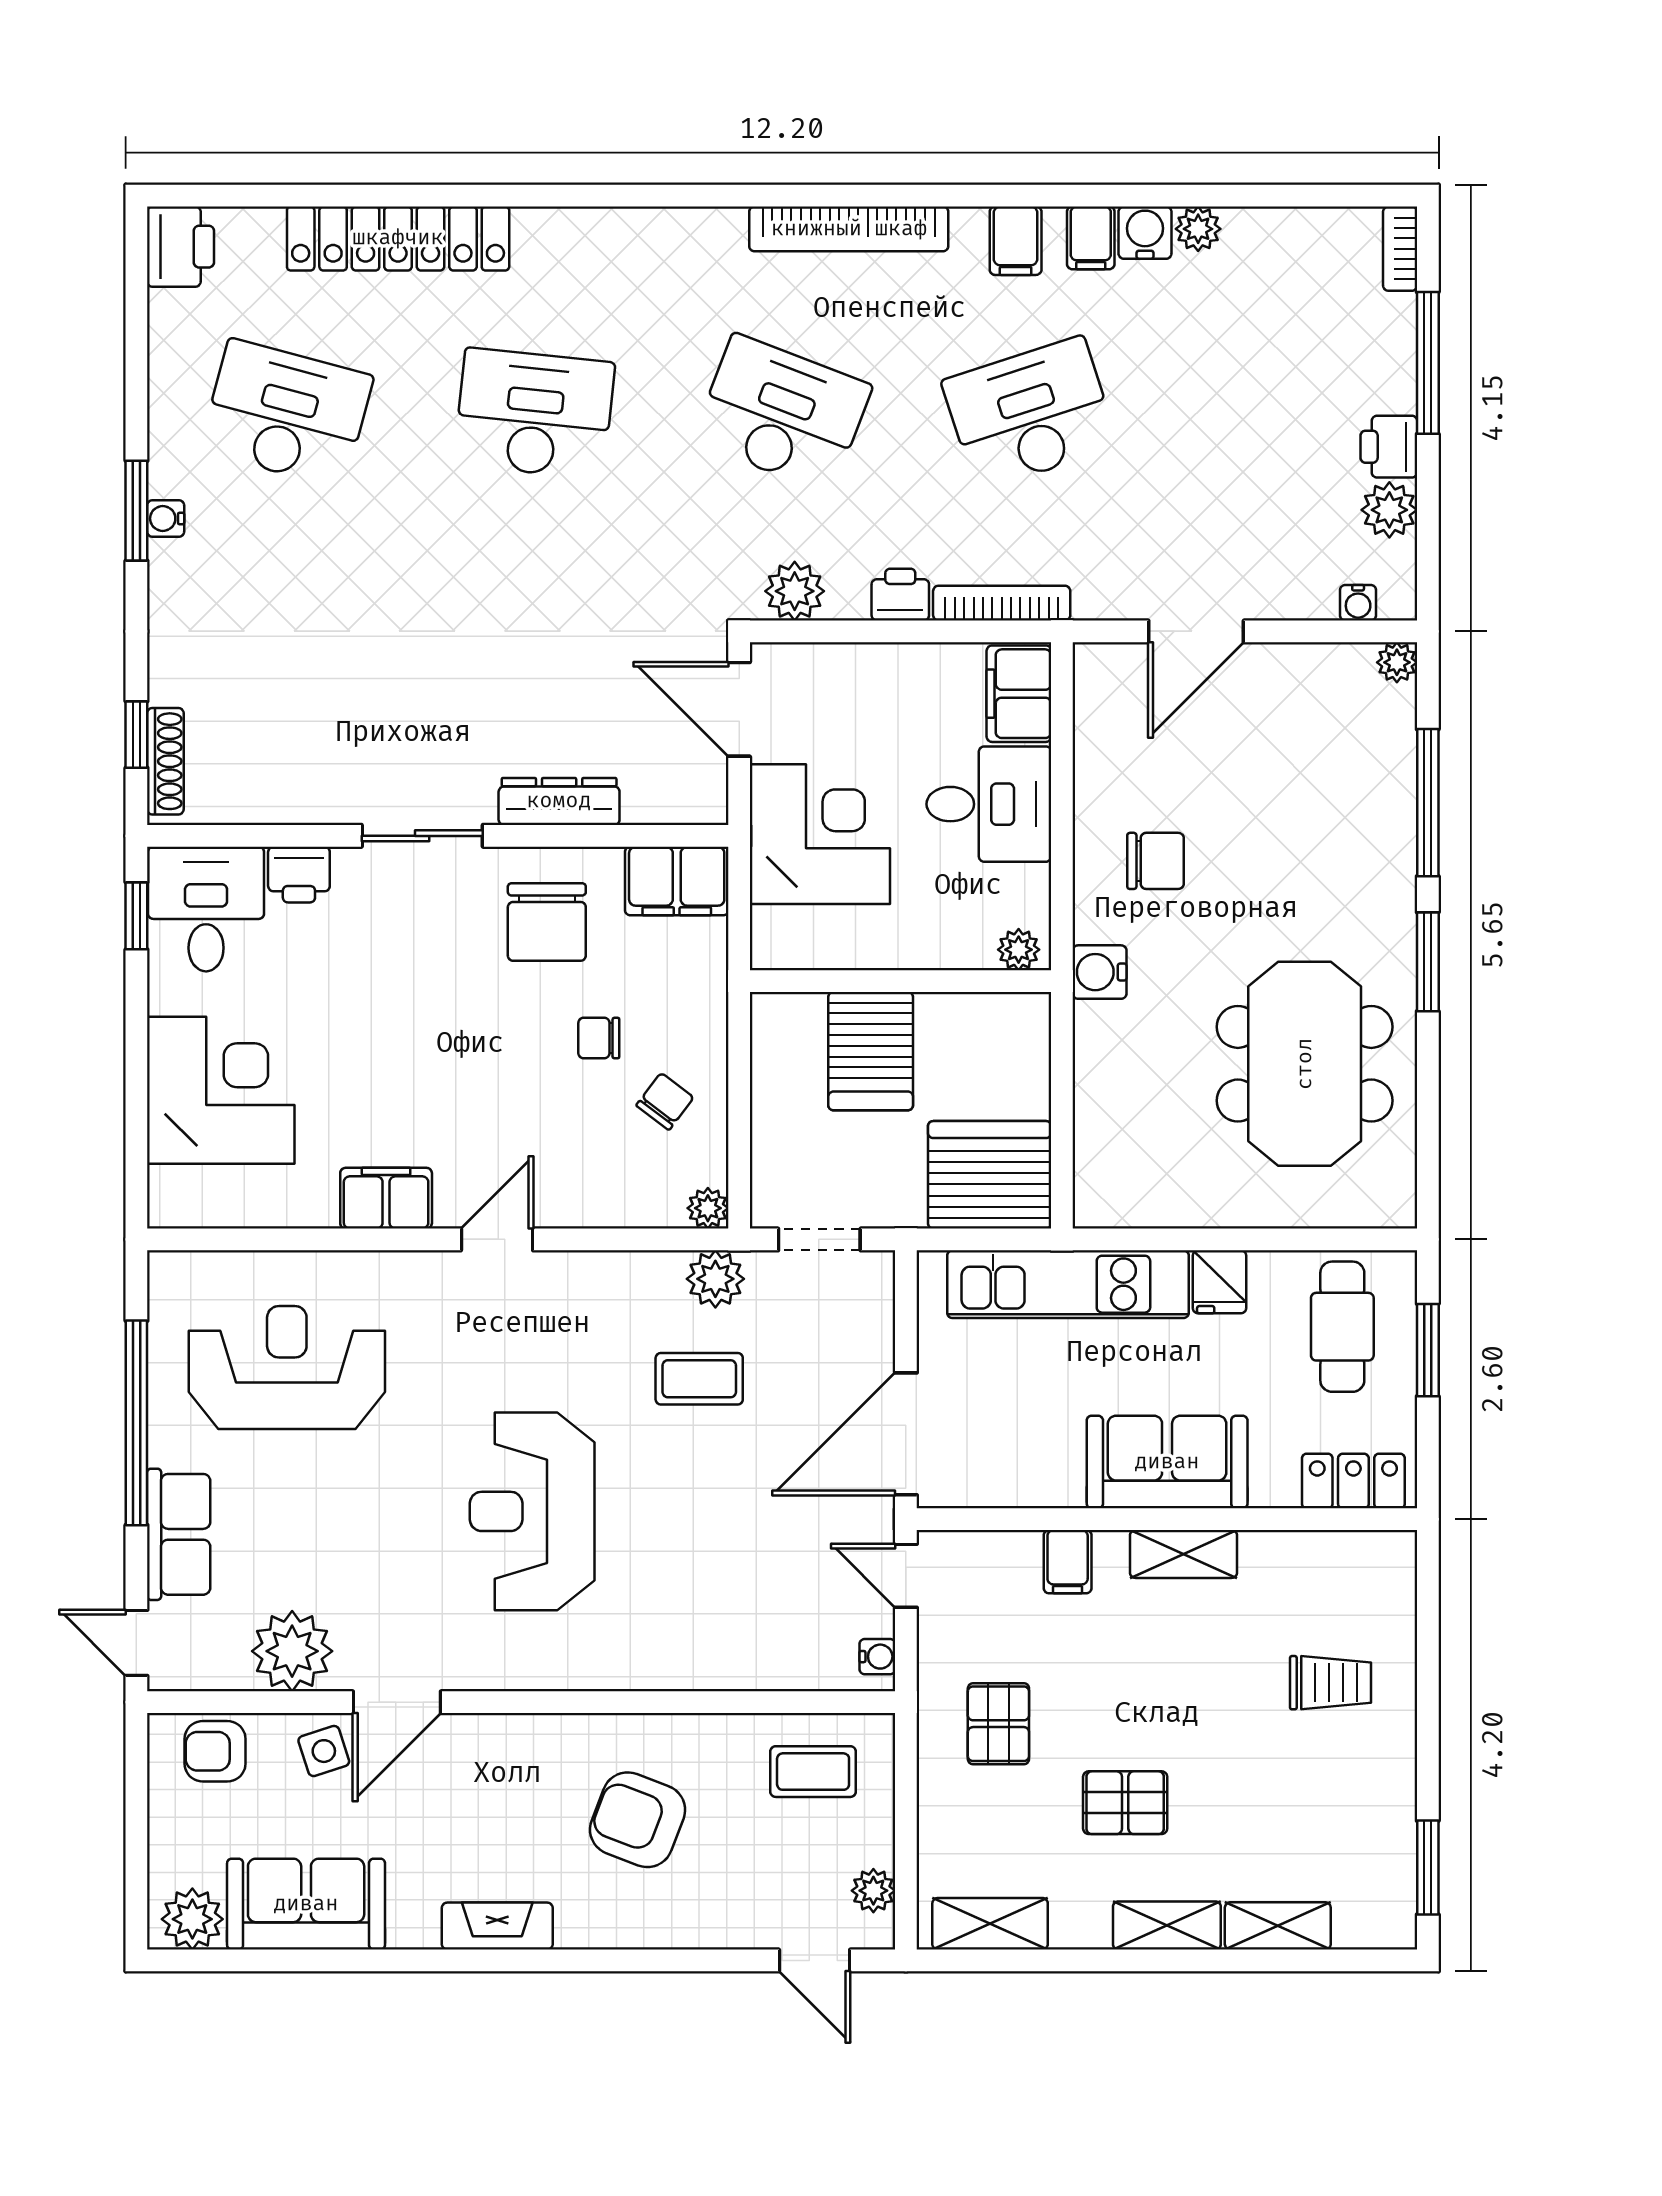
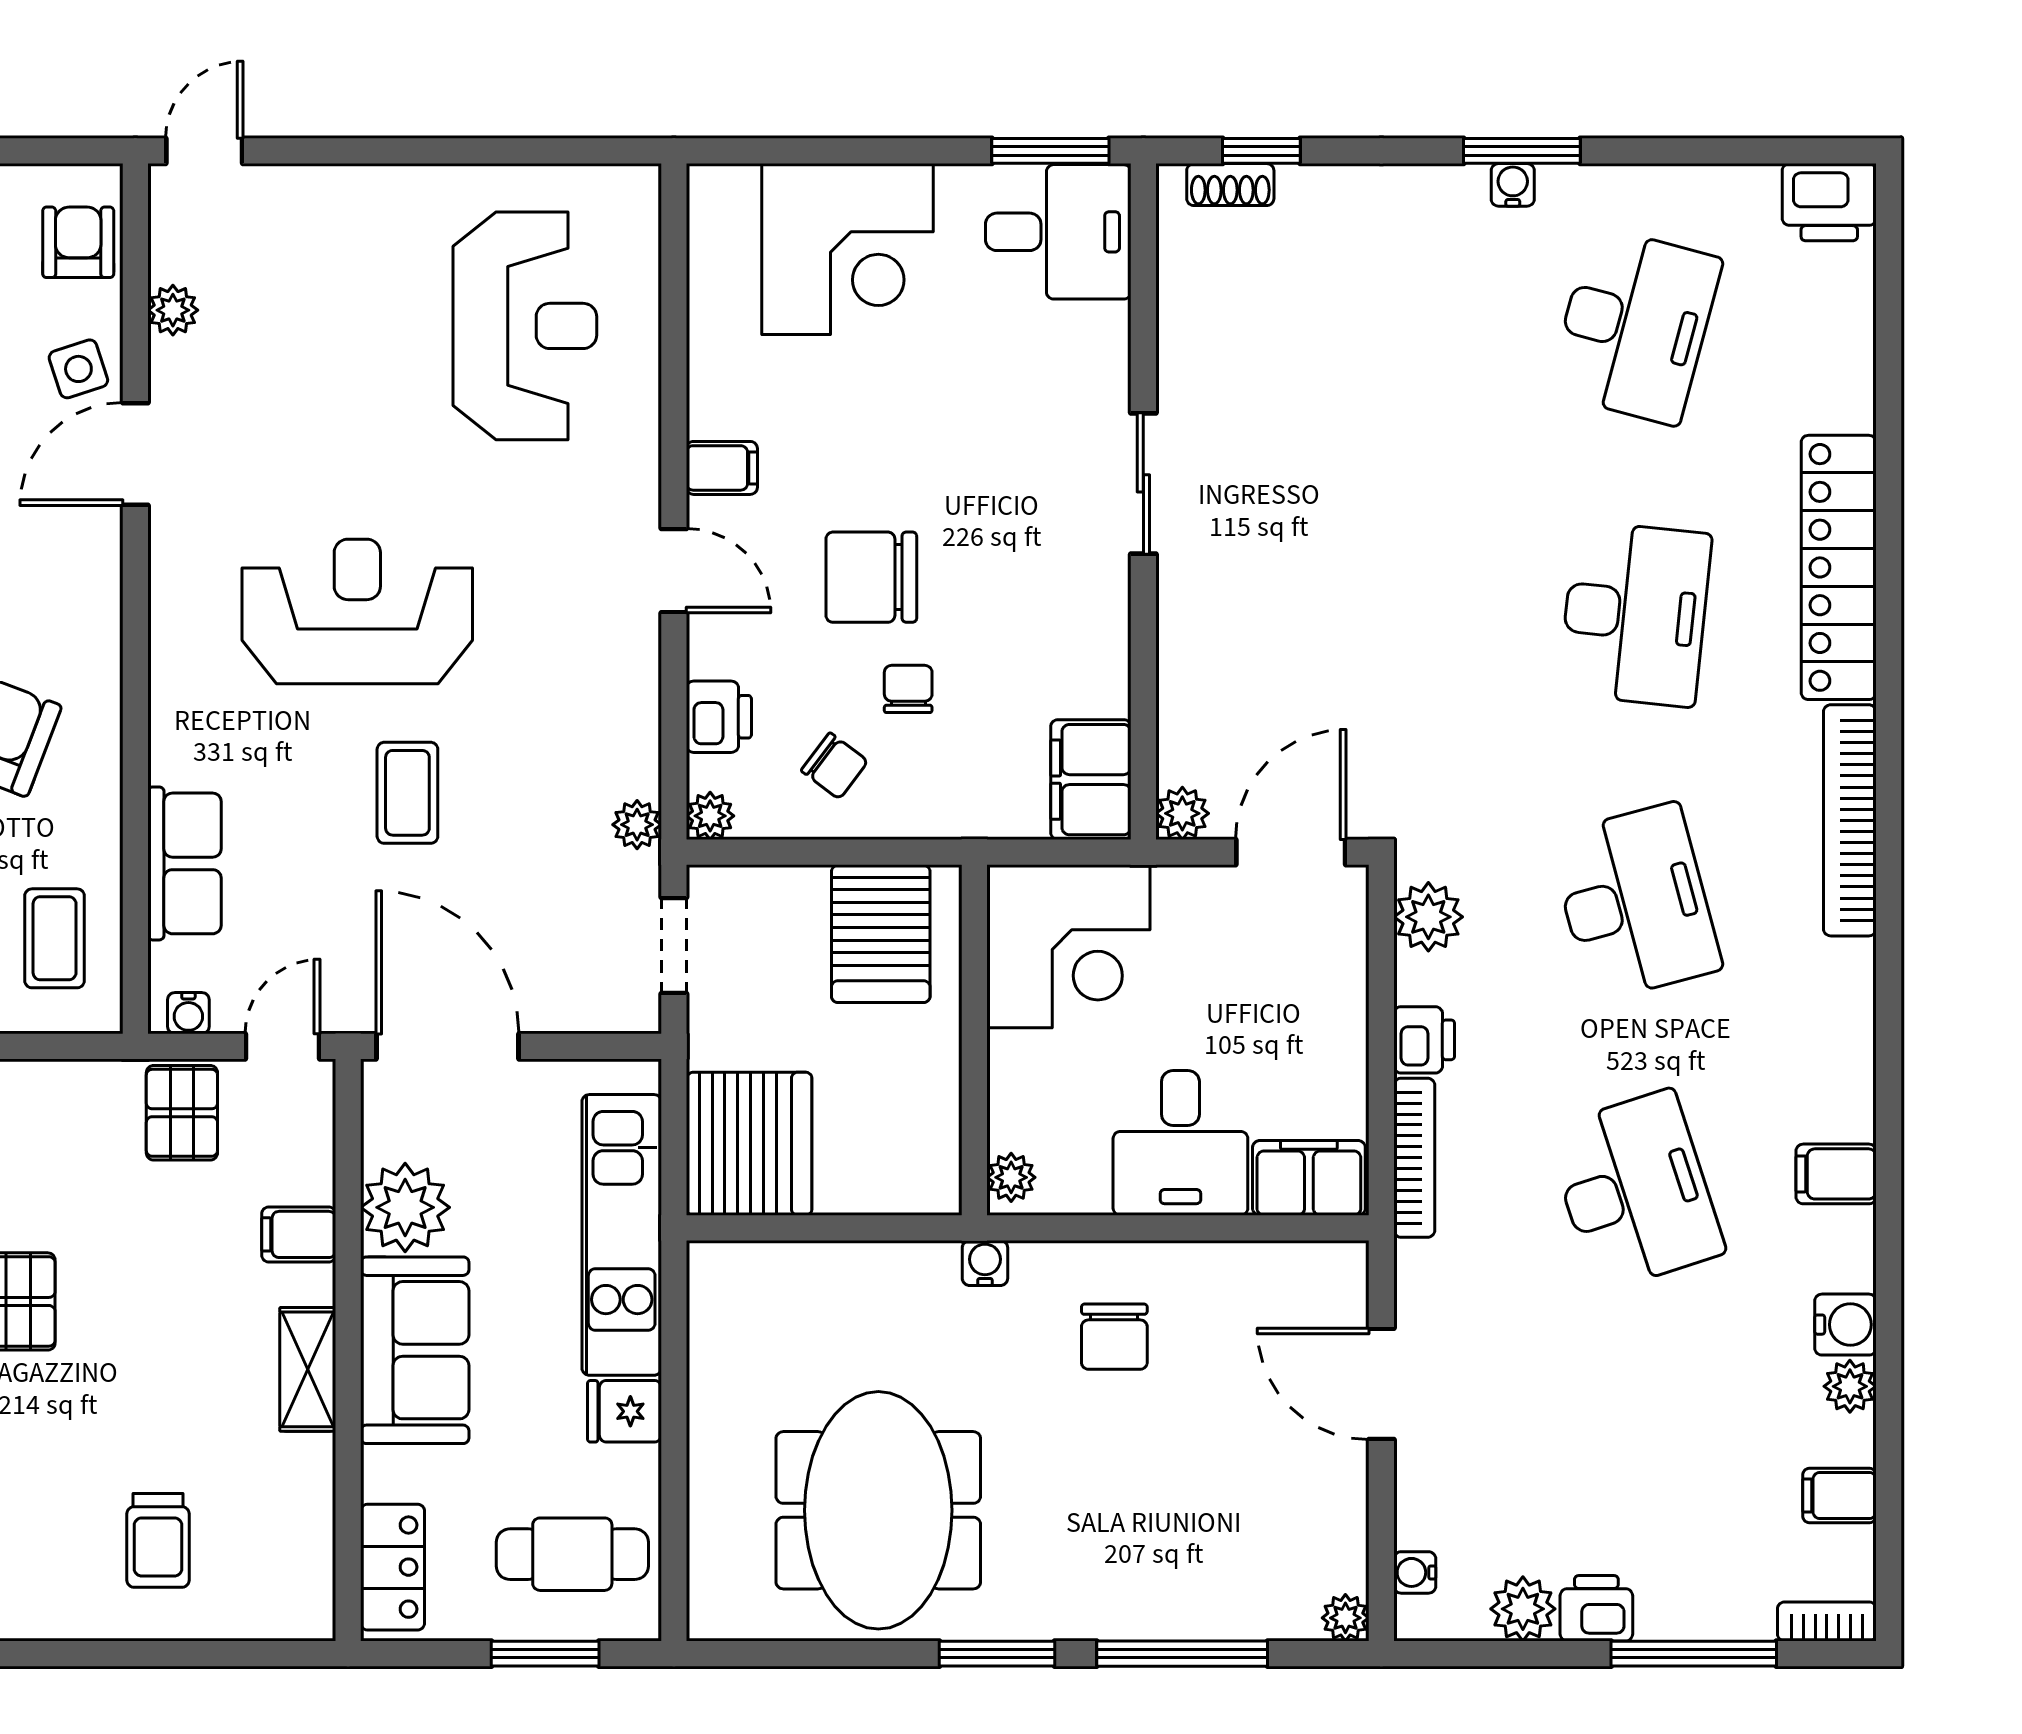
bookcase: (849, 229) -> (1850, 820), moved
locker: (398, 238) -> (1839, 567), moved
filing cabinet: (1091, 238) -> (1839, 1496), moved
desk: (782, 413) -> (1635, 902), turned -36
shoe rack: (165, 761) -> (1230, 185), width x0.70
dresser: (559, 801) -> (1183, 643), removed
plant: (706, 802) -> (1182, 813), added
corner desk: (820, 834) -> (1068, 946), moved
printer: (299, 875) -> (719, 717), moved, turned 180
window: (136, 916) -> (1050, 151), width x1.50
chair: (547, 922) -> (871, 577), moved
water cooler: (1100, 972) -> (985, 1263), width x0.72, depth x0.72
server rack: (871, 1051) -> (881, 934), moved, turned -90
meeting table: (1305, 1064) -> (878, 1510), turned 90
filing cabinet: (386, 1198) -> (722, 468), width x0.50
plant: (715, 1279) -> (637, 825), width x0.73, depth x0.73
coffee table: (699, 1379) -> (407, 793), moved
window: (136, 1423) -> (460, 151), removed
plant: (1044, 1470) -> (405, 1207), added
row of seats: (179, 1534) -> (184, 863), moved, turned -90
plant: (292, 1651) -> (173, 310), width x0.53, depth x0.53
door: (397, 1702) -> (135, 454), hinge flipped
pallet: (998, 1724) -> (182, 1113), moved, turned 90

